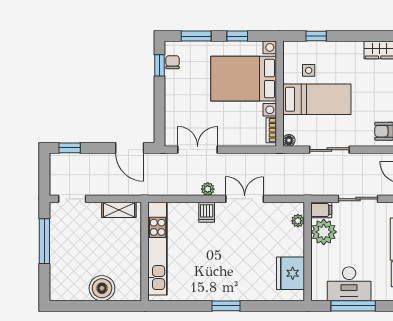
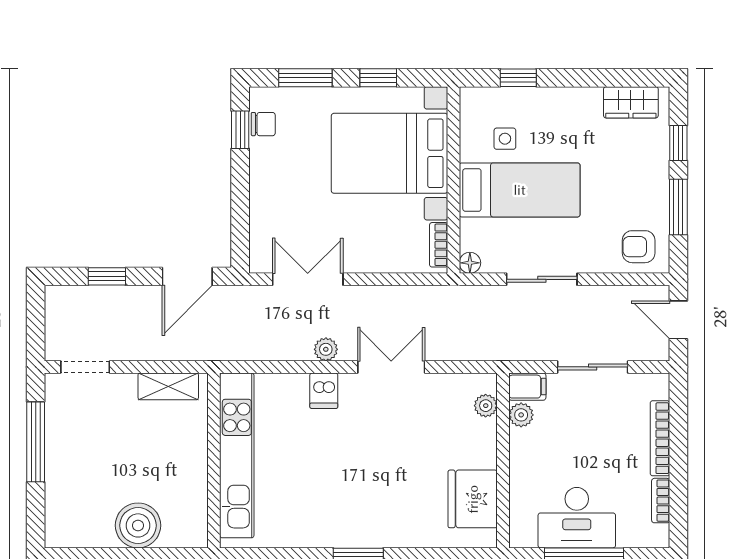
chair: (173, 62) -> (263, 124), turned 90
window: (70, 148) -> (107, 276), moved
door: (130, 148) -> (187, 276), hinge flipped
plant: (324, 232) -> (521, 415), width x0.53, depth x0.53

